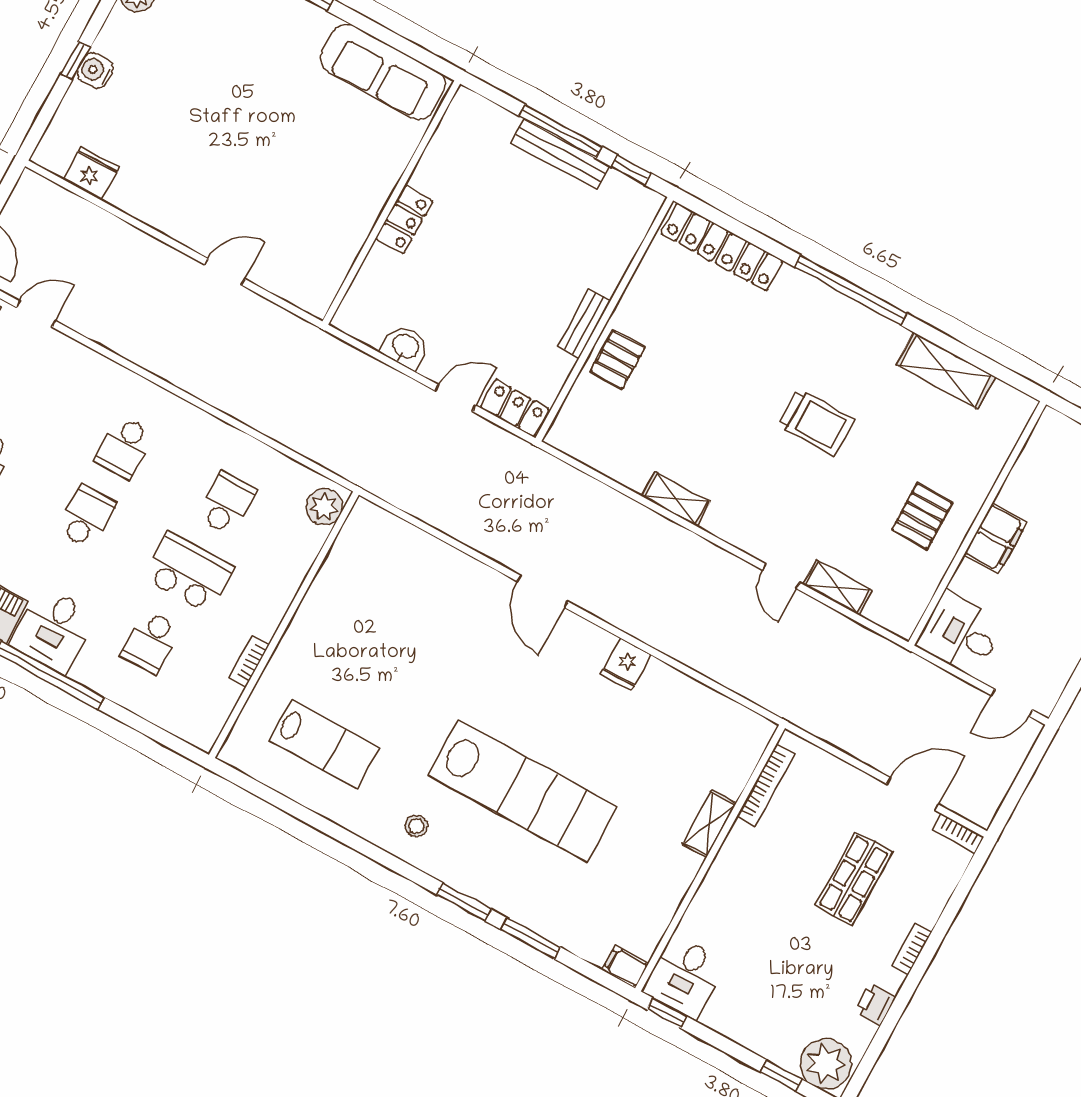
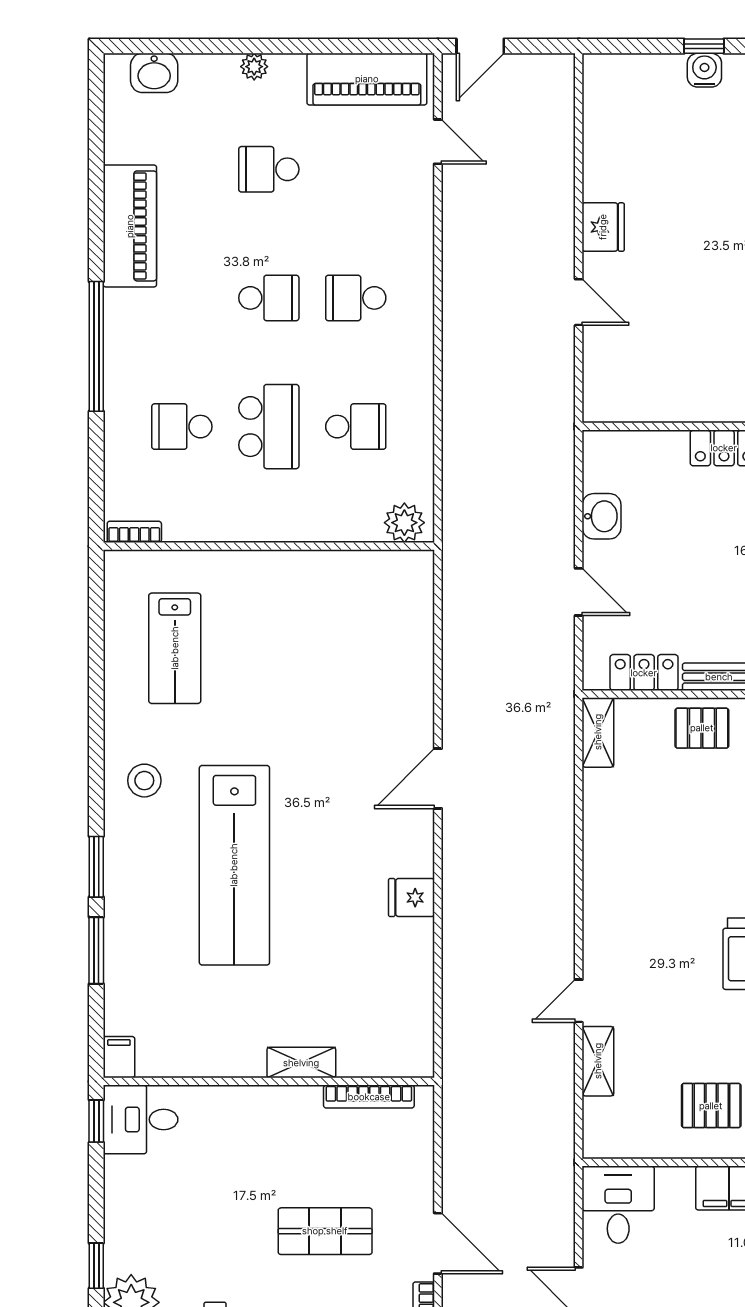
fridge: (91, 173) -> (603, 227), moved
locker: (515, 408) -> (644, 673), moved, turned -90
shelving: (676, 499) -> (598, 732), moved
desk: (53, 630) -> (142, 326), removed
bookcase: (249, 661) -> (134, 532), moved
stool: (416, 826) -> (144, 781), width x1.37, depth x1.37

